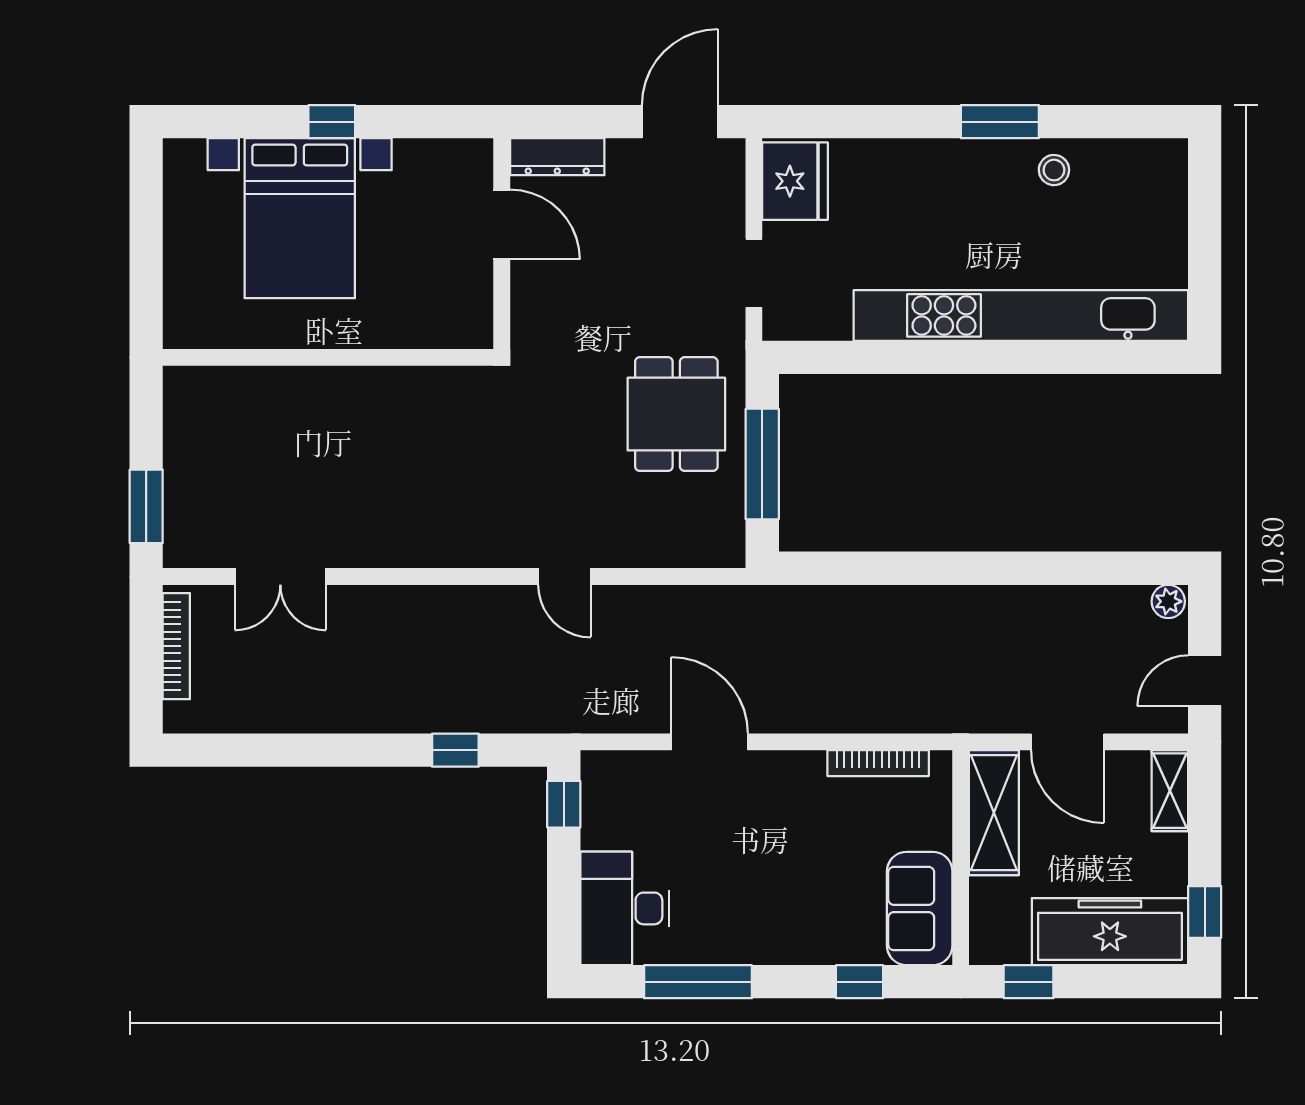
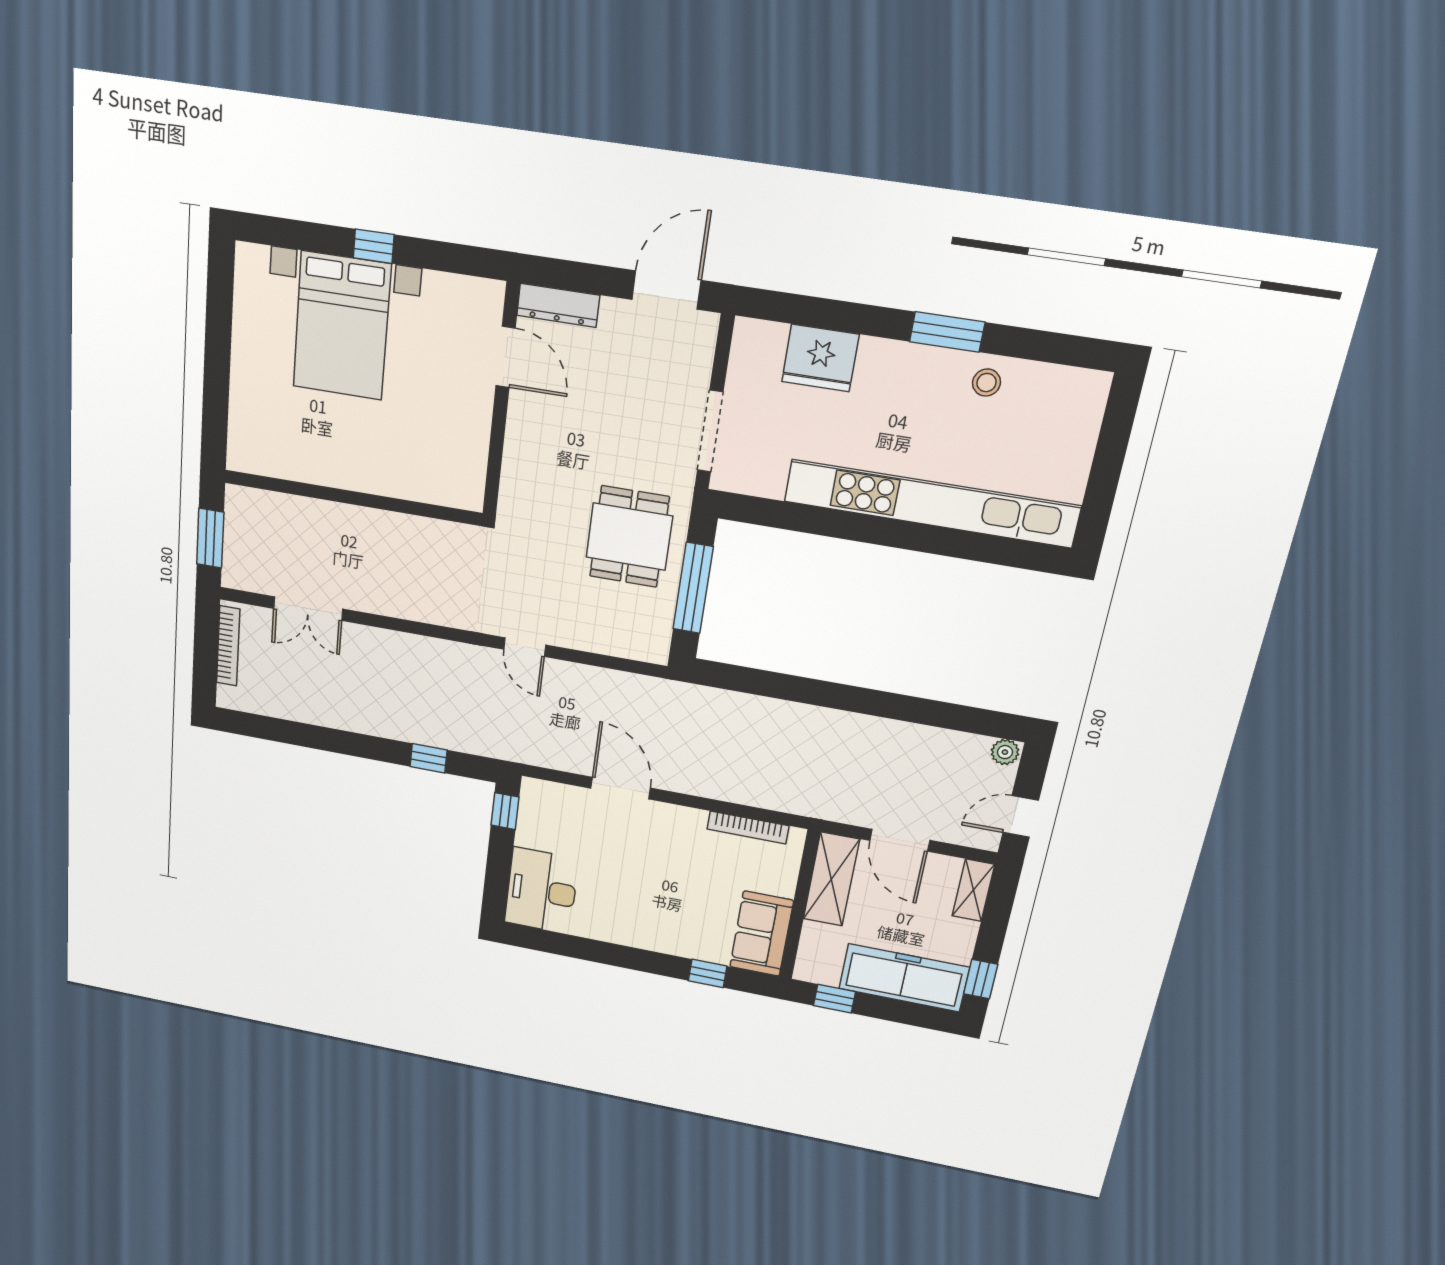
fridge: (795, 181) -> (820, 358), moved, turned 90
doorway: (754, 273) -> (710, 431), width x1.38
wall: (328, 357) -> (352, 498), moved
window: (698, 982) -> (589, 950), removed

